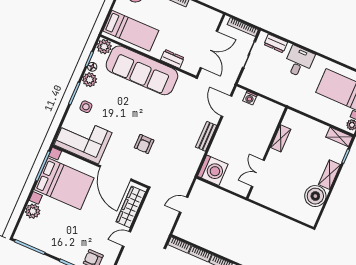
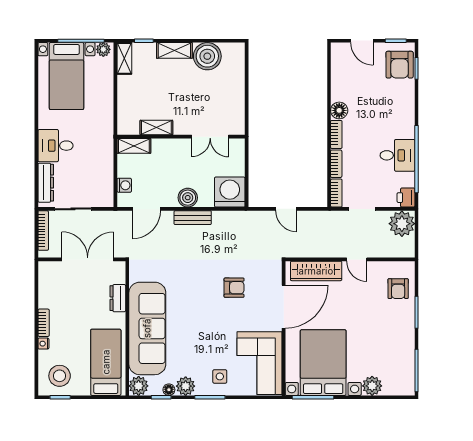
dresser: (276, 43) -> (46, 183), width x1.44
shelving: (275, 117) -> (134, 146), added
boiler: (222, 139) -> (188, 198), added

